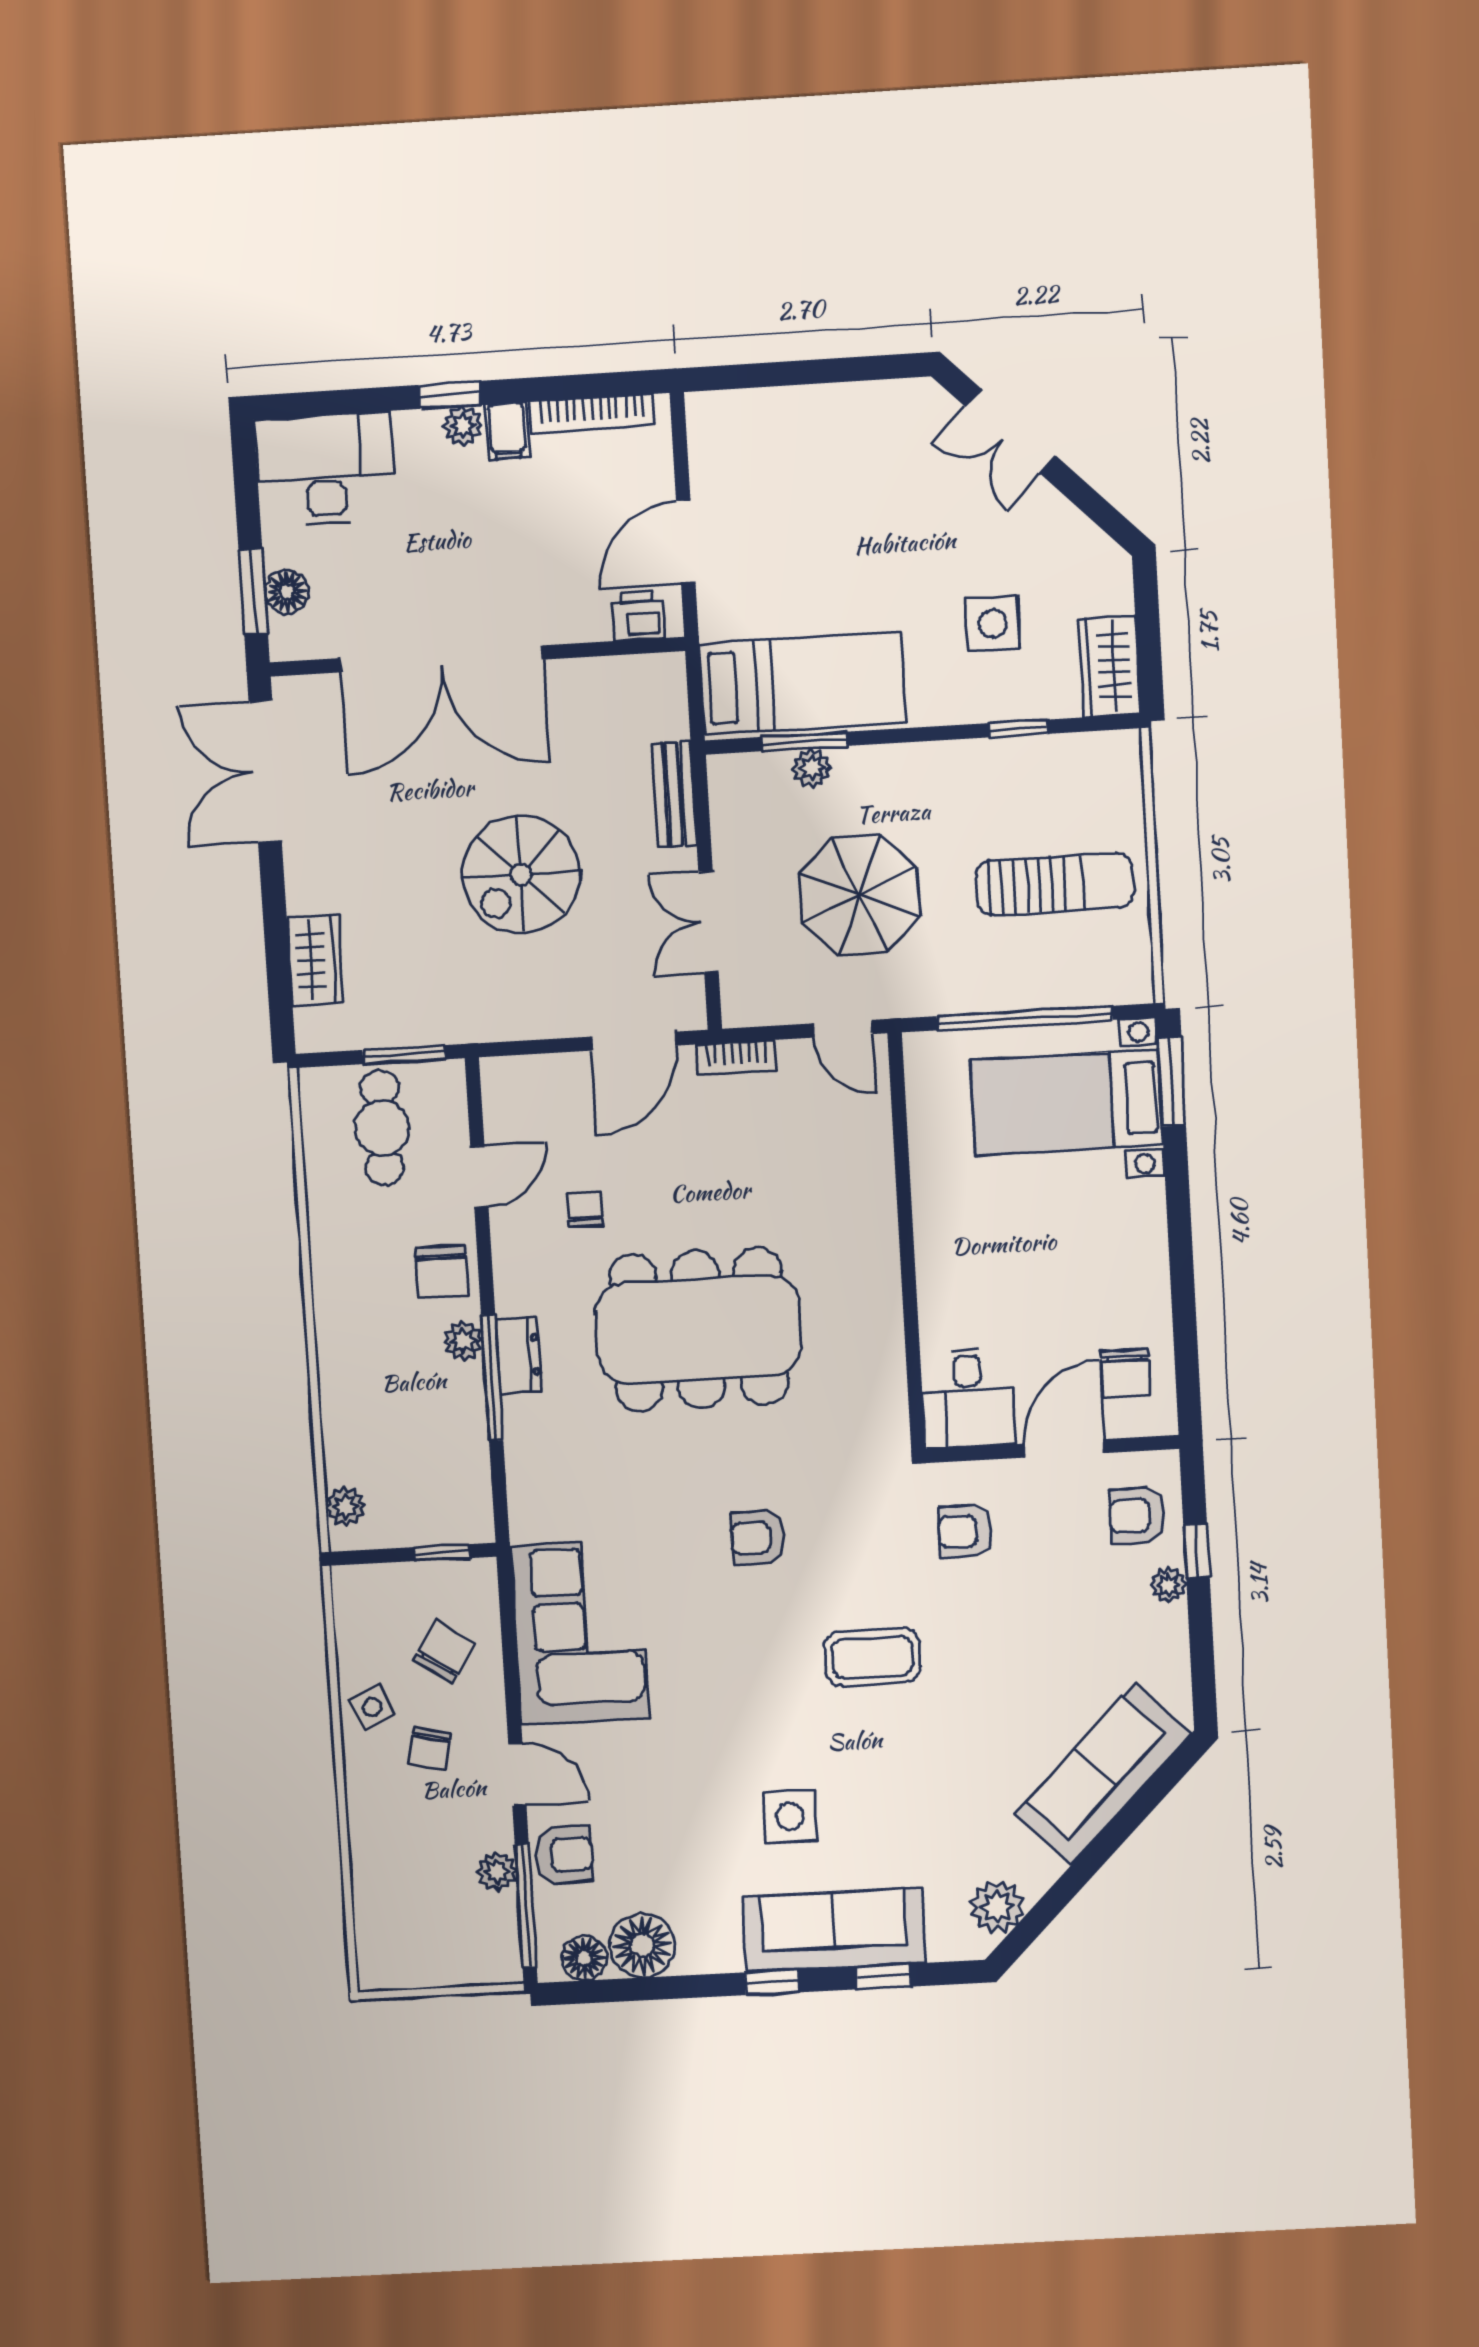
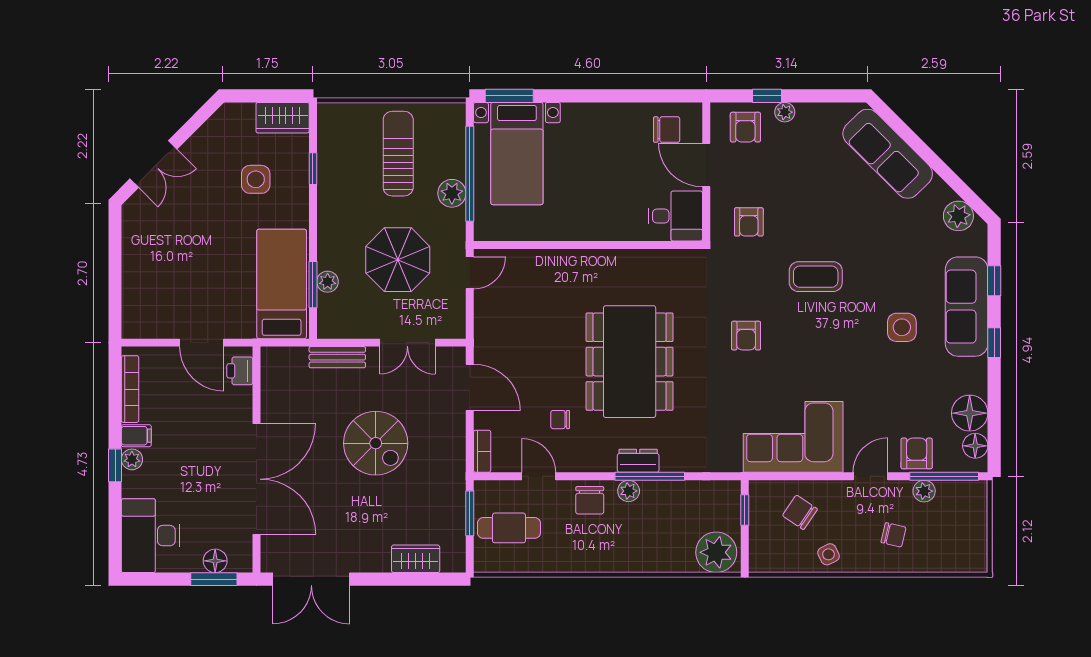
plant: (987, 987) -> (452, 193), added
bookcase: (736, 1058) -> (482, 451), moved
chair: (442, 1272) -> (590, 500), turned 90
plant: (345, 1506) -> (716, 552), width x1.88, depth x1.88
coffee table: (872, 1657) -> (816, 277), turned 90
chair: (430, 1749) -> (893, 535), moved

